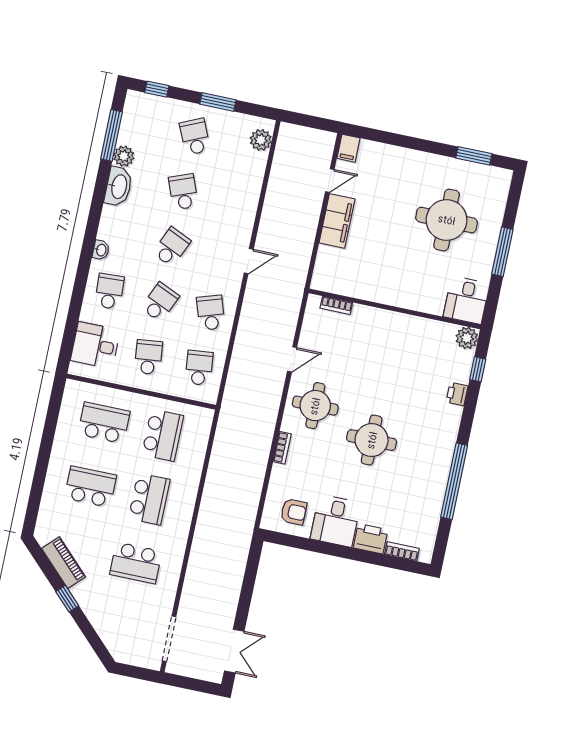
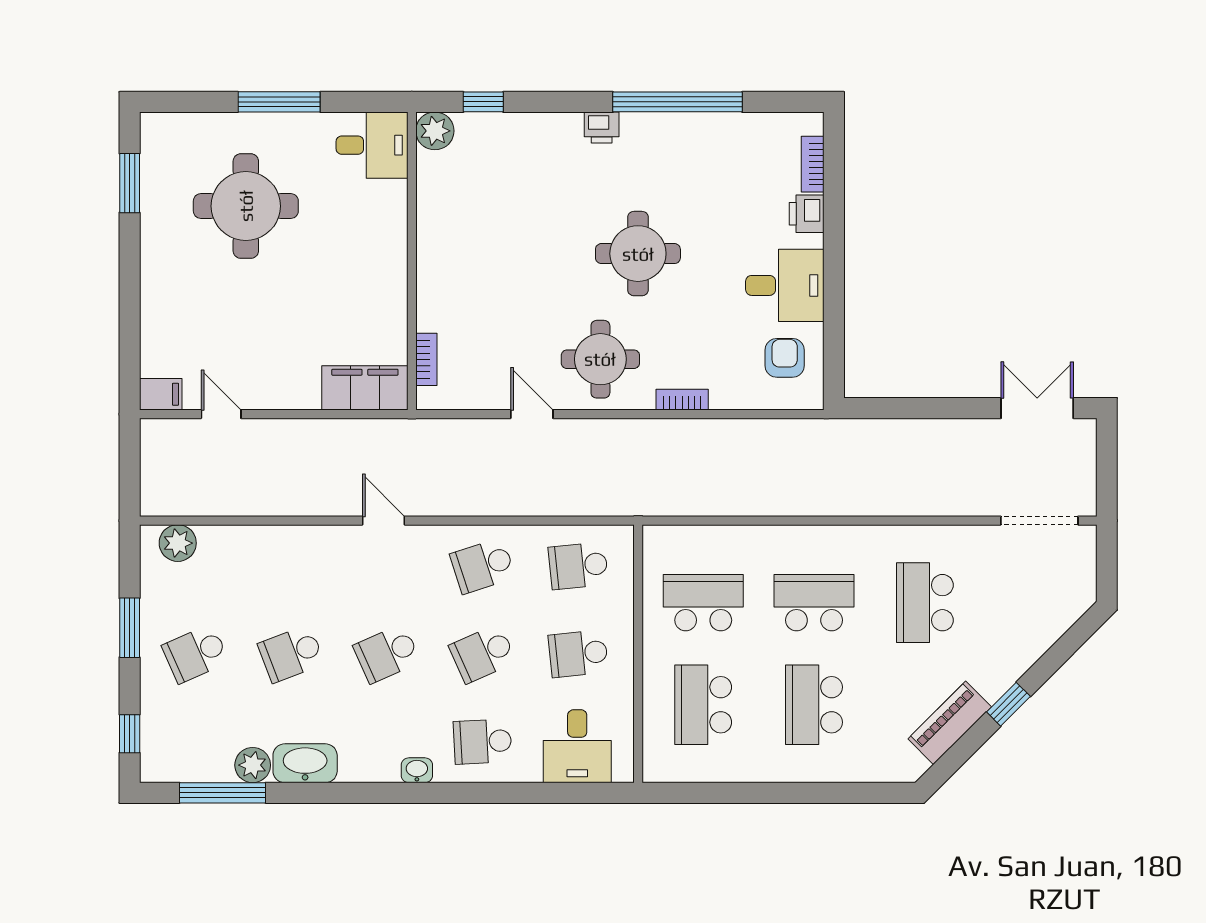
filing cabinet: (337, 221) -> (365, 388), moved
school desk: (172, 247) -> (387, 654), turned -48
school desk: (160, 302) -> (483, 654), turned -48
printer: (457, 394) -> (602, 128), moved
printer: (371, 539) -> (807, 214), width x0.73, depth x0.81
school desk: (136, 563) -> (925, 603), turned 180

